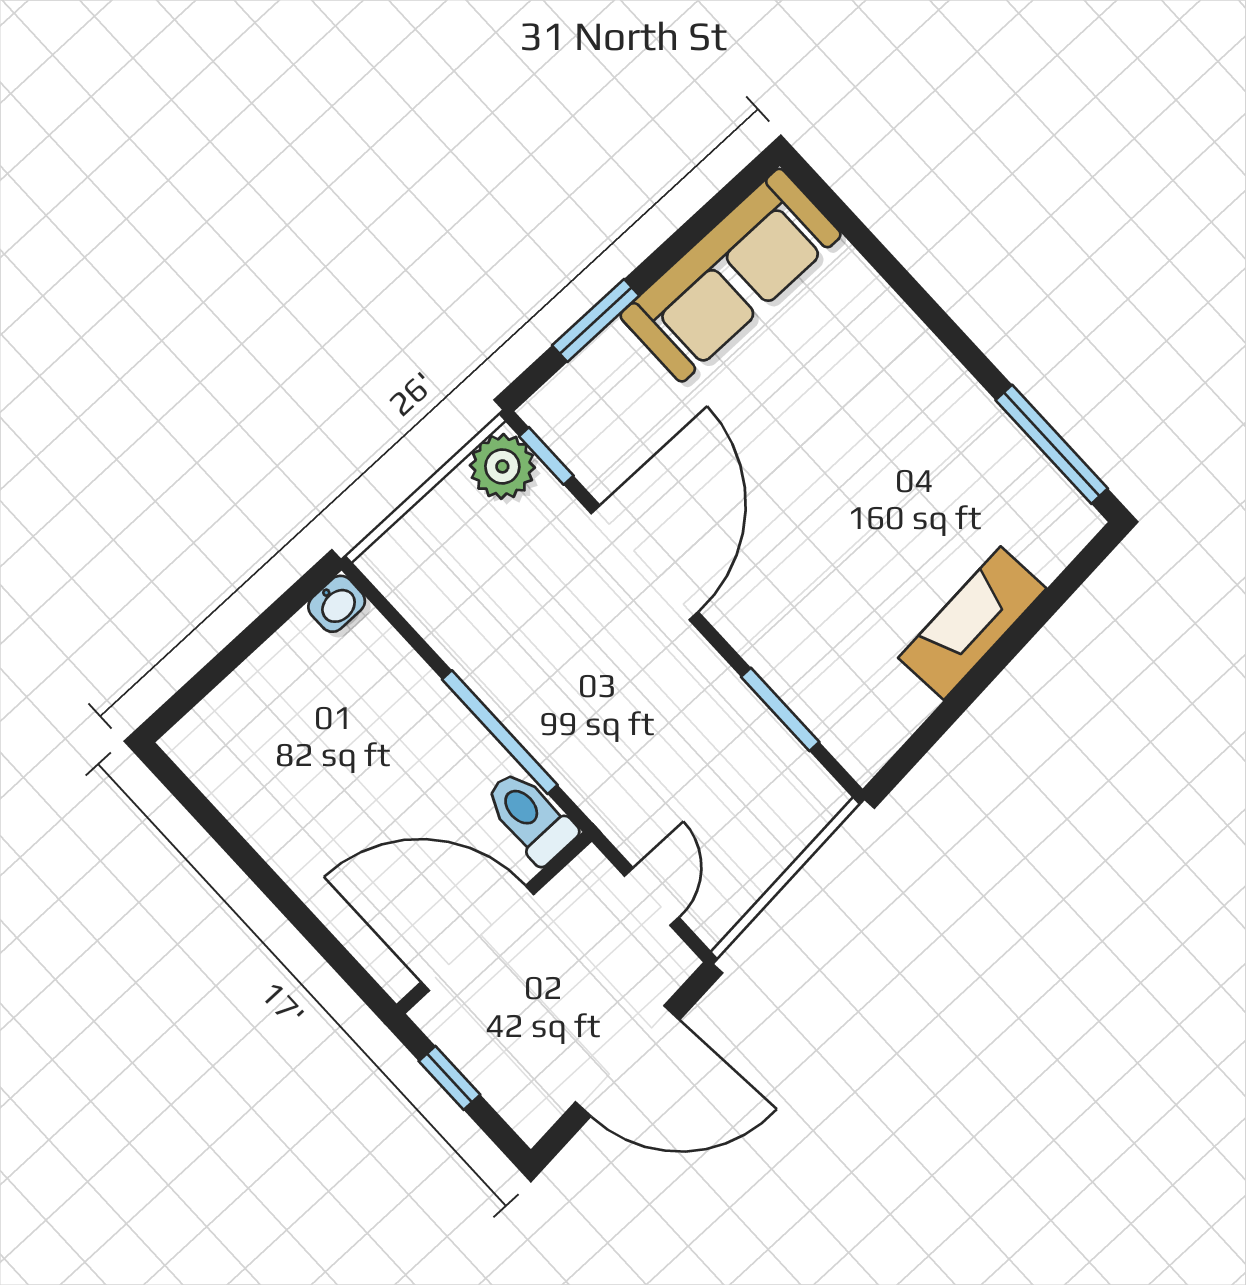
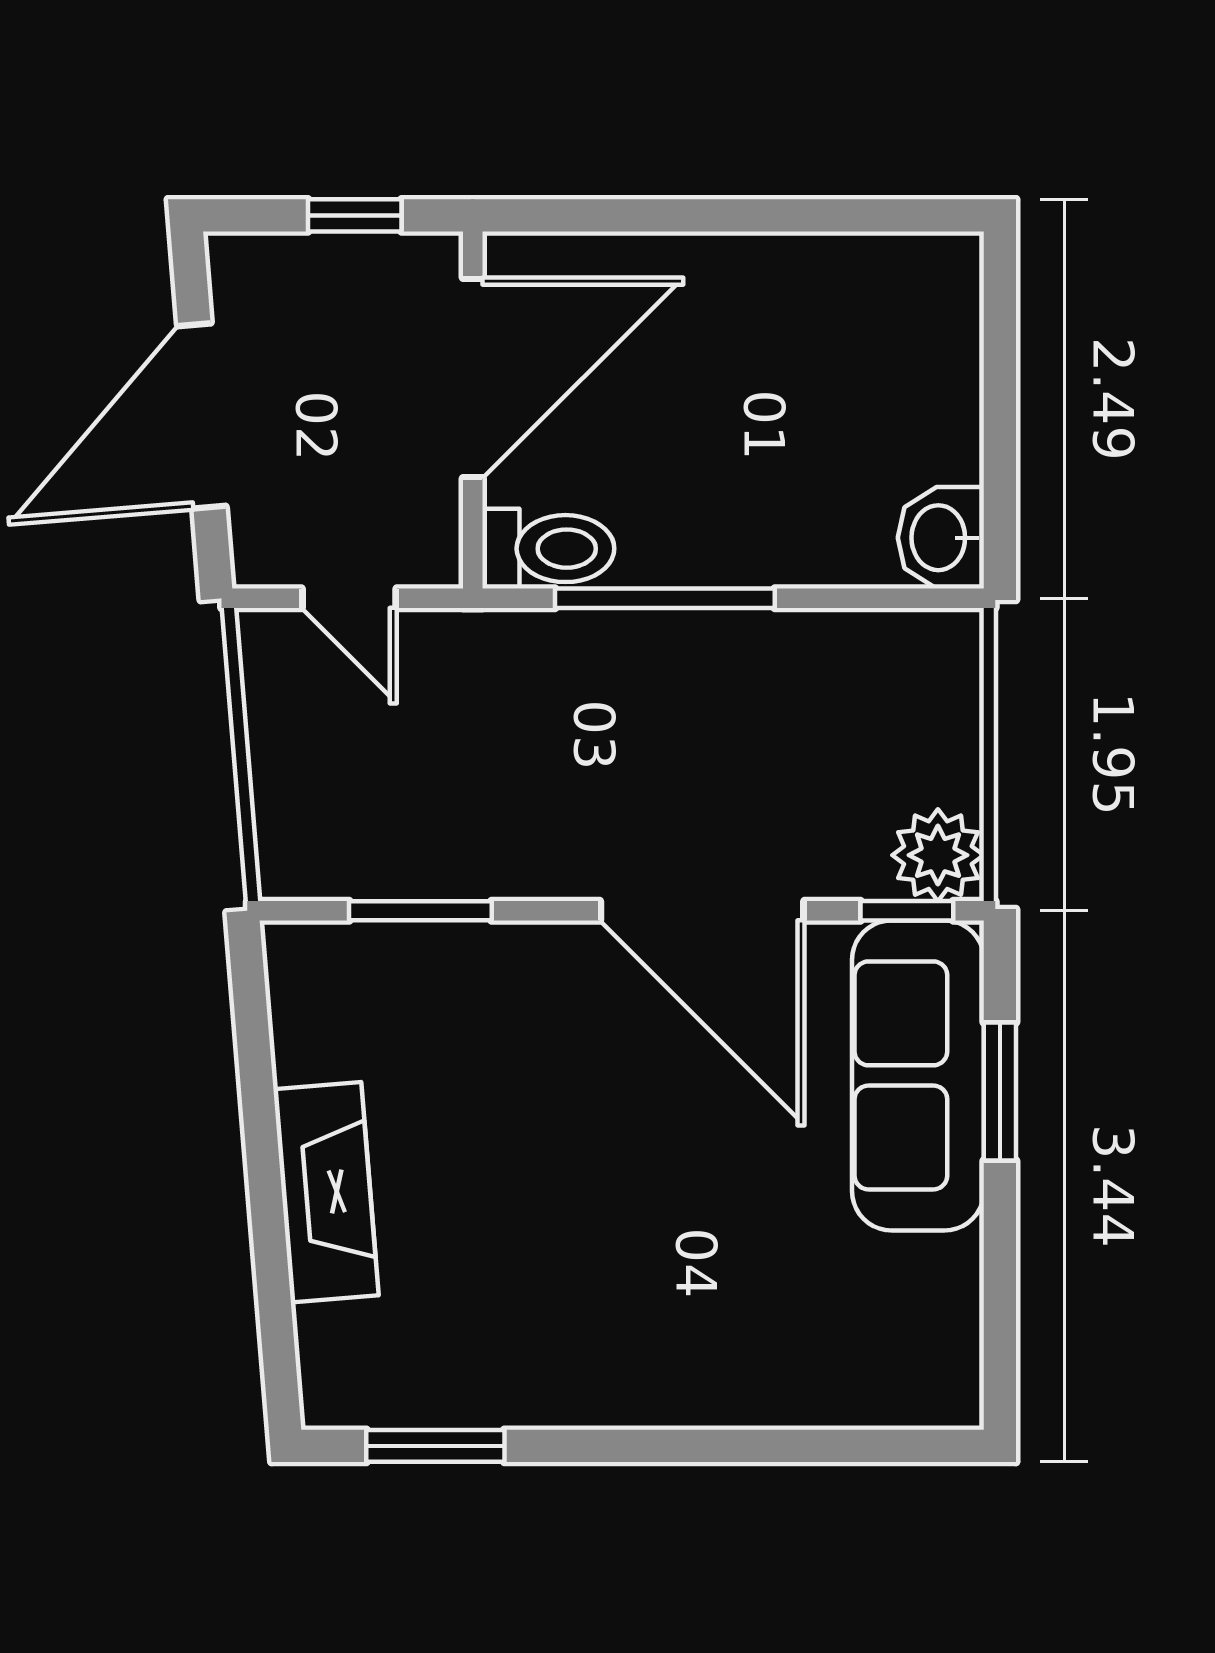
sofa: (731, 275) -> (918, 1075), moved
window: (1052, 444) -> (435, 1446), width x0.69
washbasin: (337, 604) -> (941, 538), width x1.38, depth x1.45

